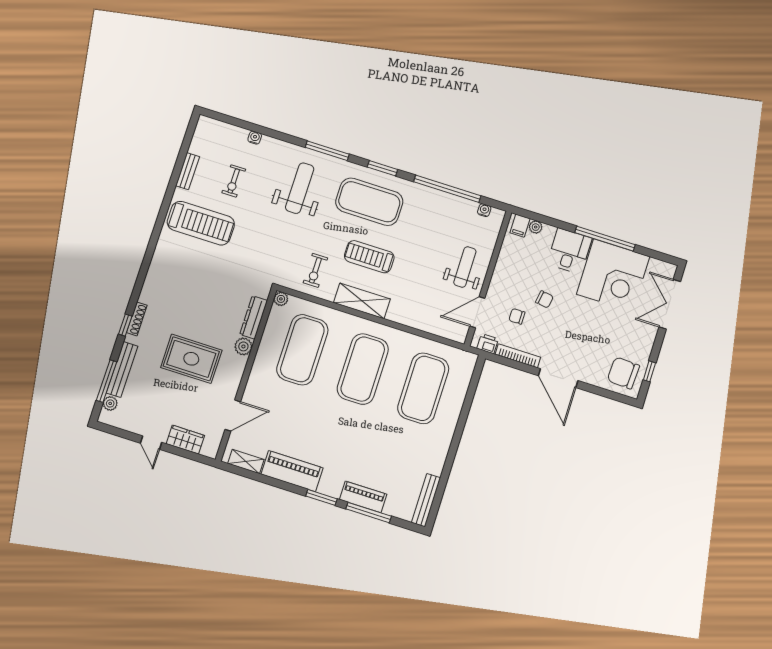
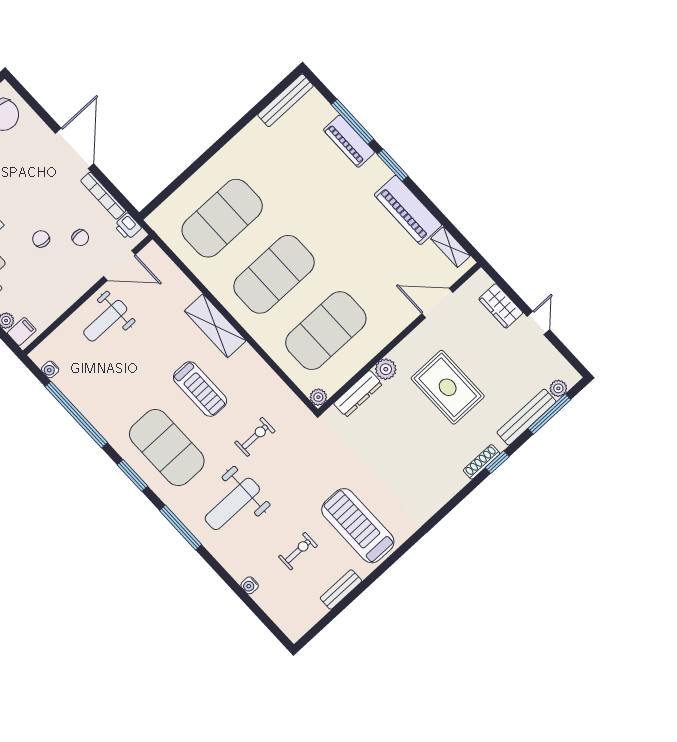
exercise bike: (315, 270) -> (255, 437), moved
shelving: (362, 301) -> (215, 326), moved

